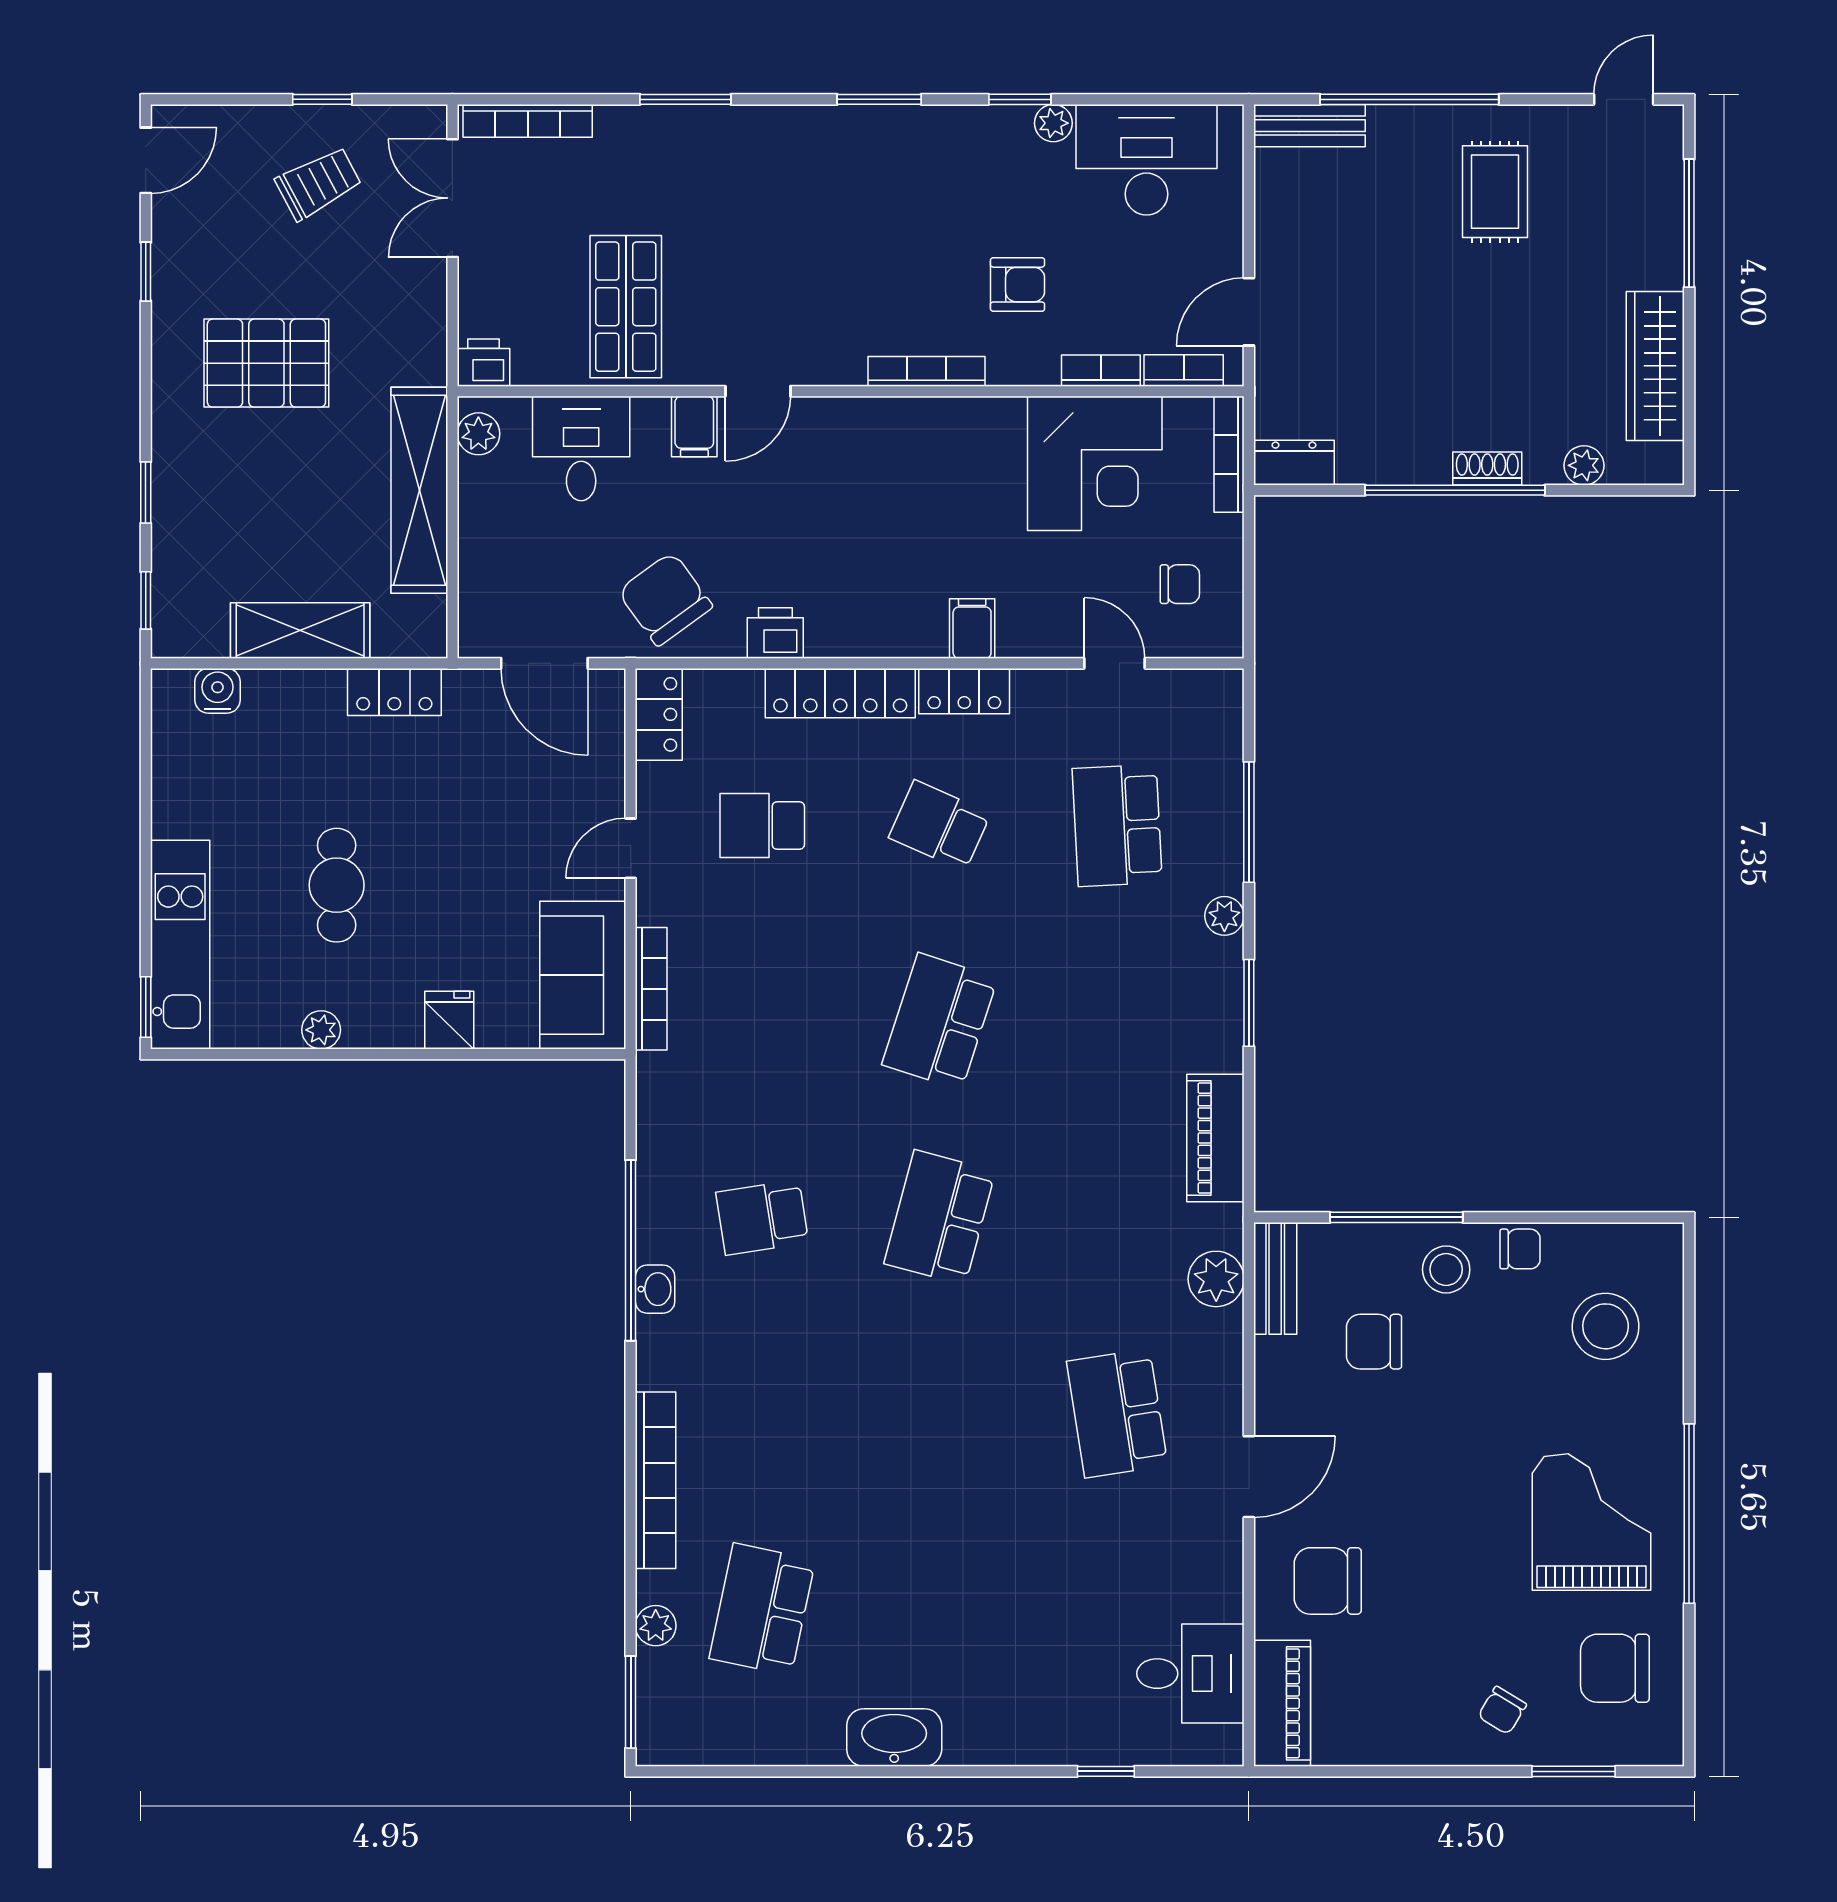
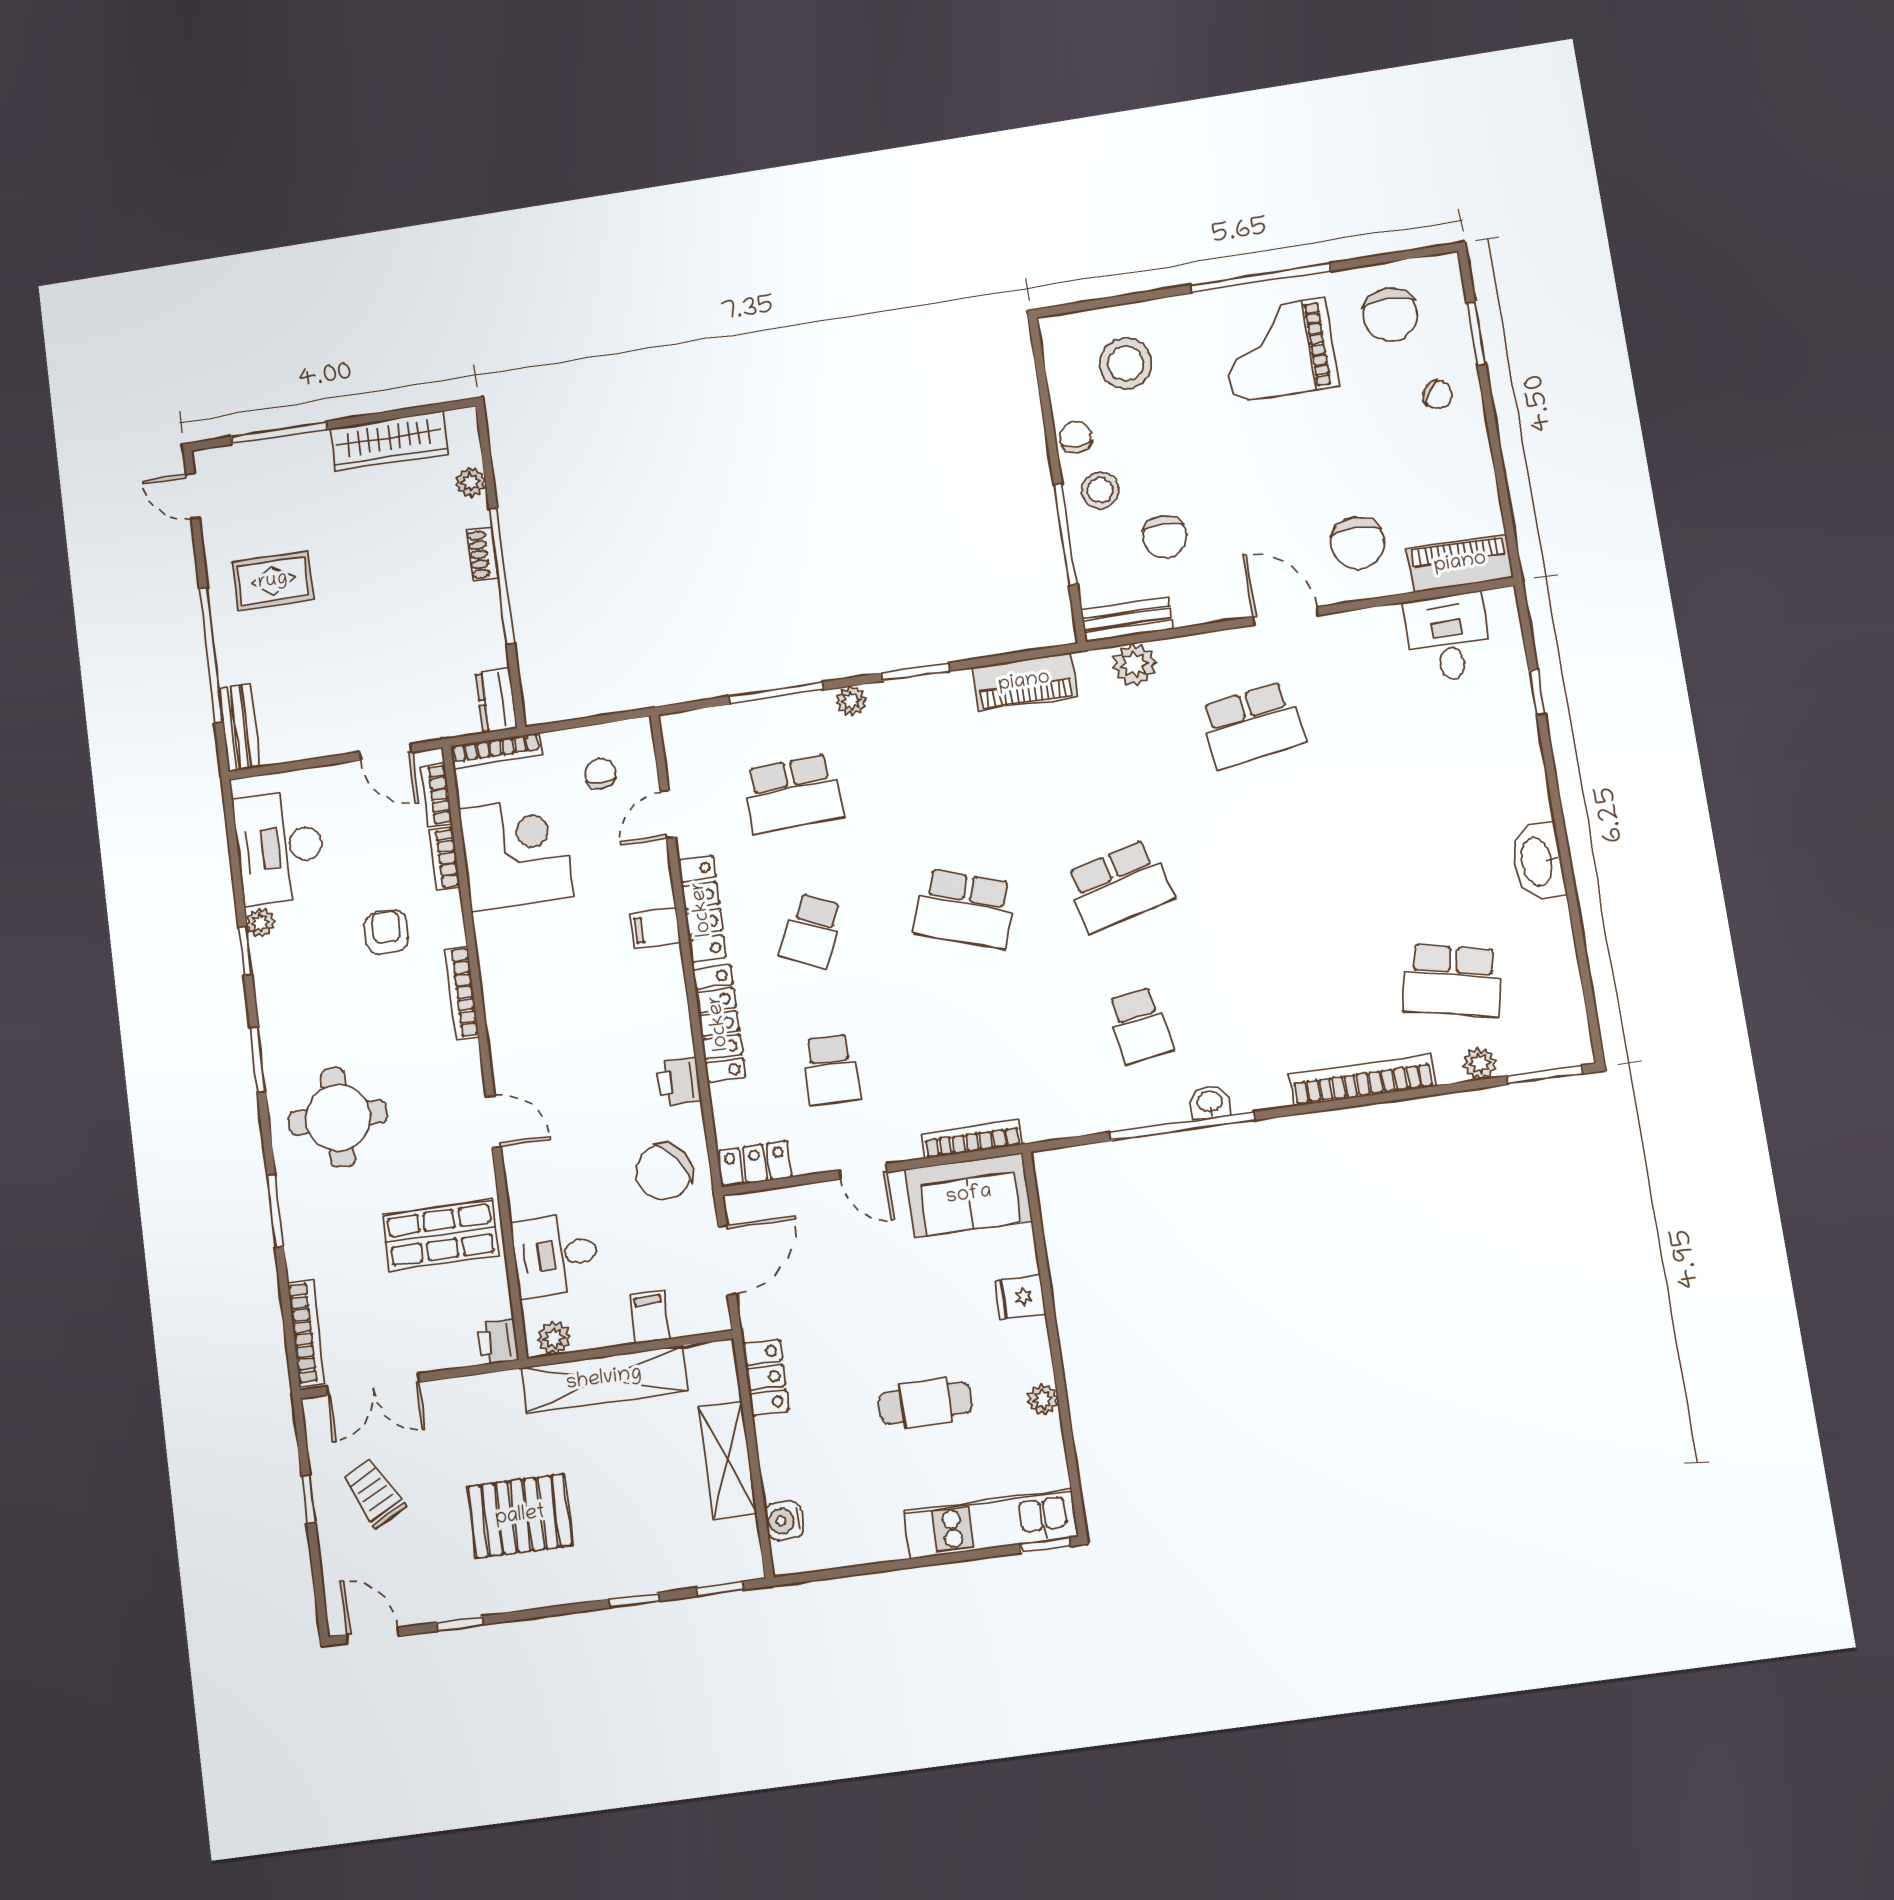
round table: (791, 194) -> (338, 1118), added
pallet: (266, 363) -> (520, 1516), turned 90
filing cabinet: (694, 426) -> (650, 1317), moved, turned -90
locker: (964, 691) -> (702, 909), width x1.53
school desk: (940, 1217) -> (1119, 886), turned -30

